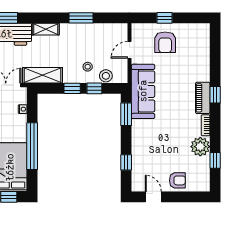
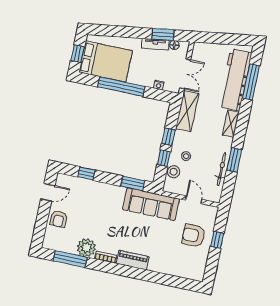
bicycle: (93, 29) -> (222, 169), added
window: (215, 95) -> (133, 273), removed
window: (215, 160) -> (70, 259), width x2.17

